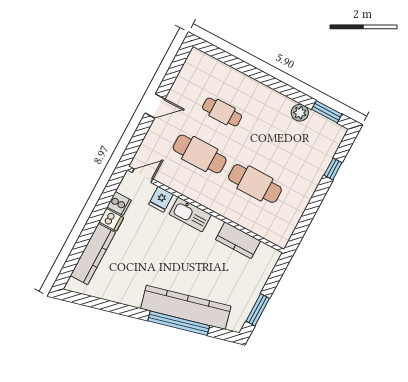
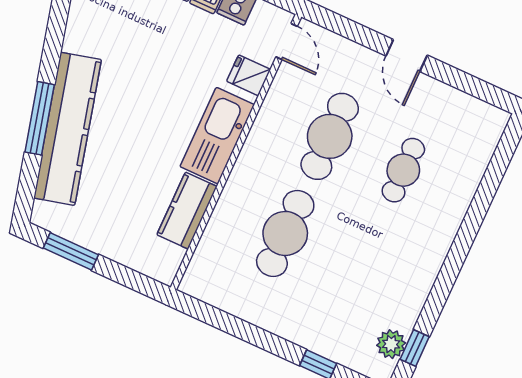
window: (327, 112) -> (415, 348), width x0.67
plant: (300, 113) -> (391, 344), moved
kitchen sink: (190, 214) -> (217, 136), width x1.36, depth x1.24
window: (179, 323) -> (40, 118), width x0.68

